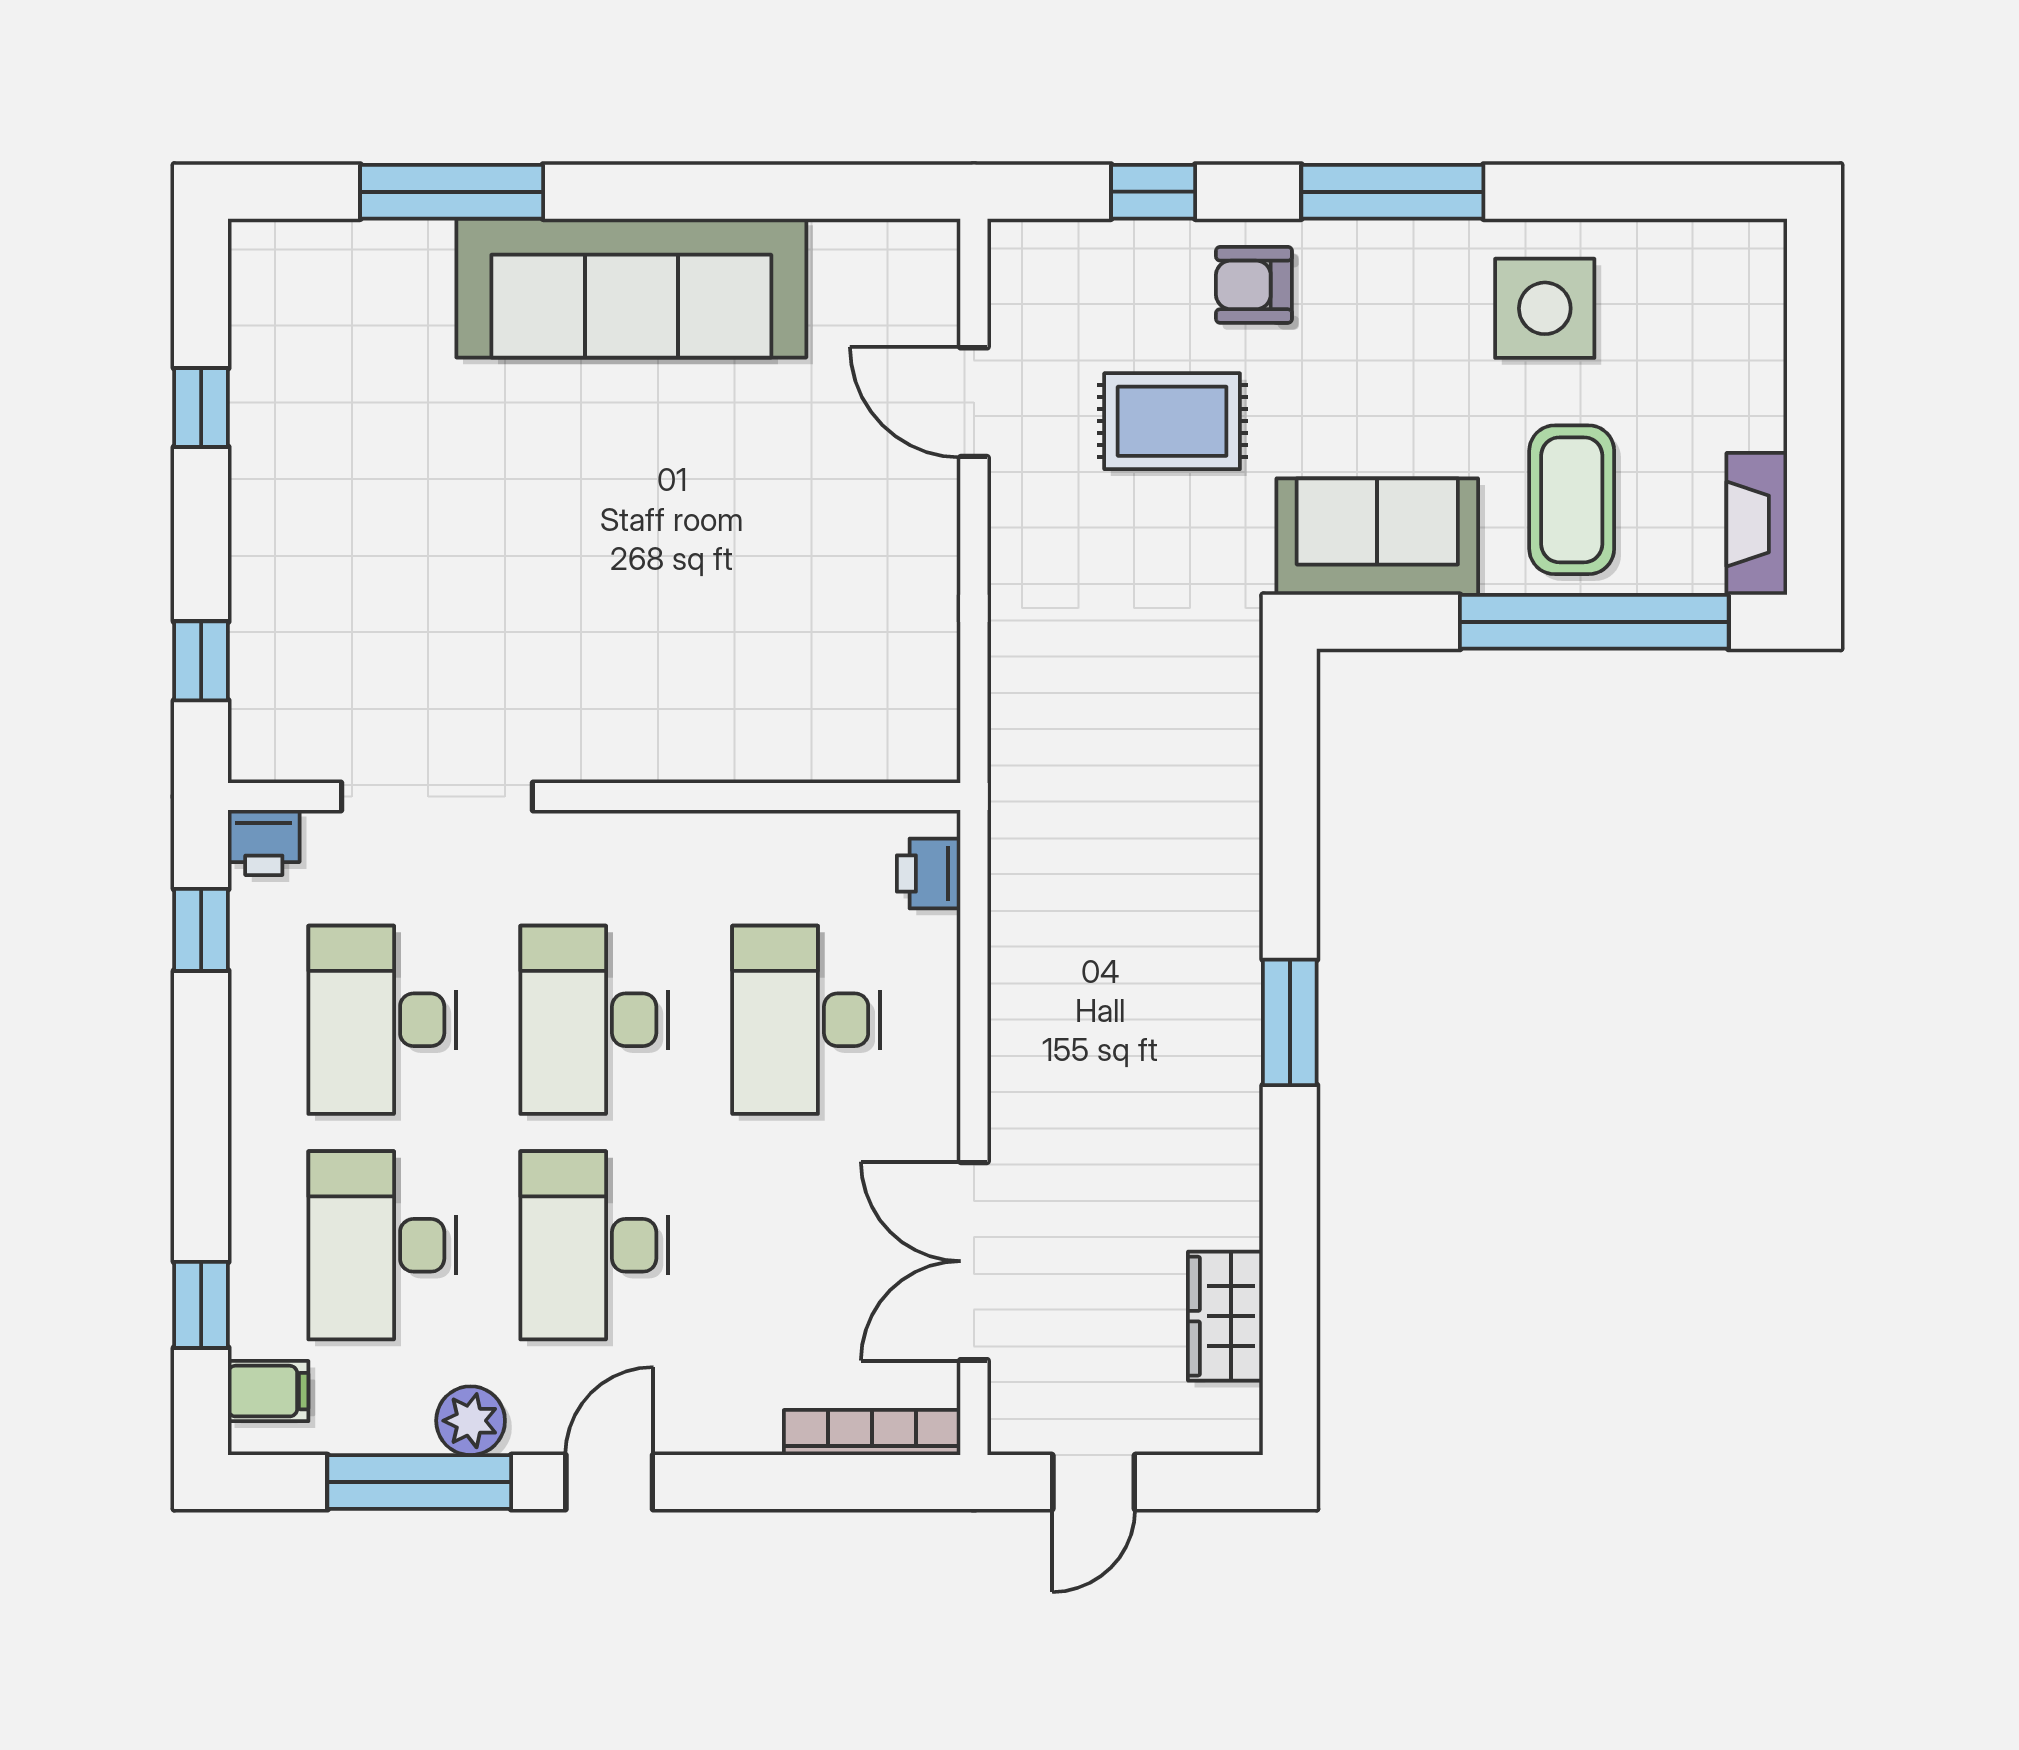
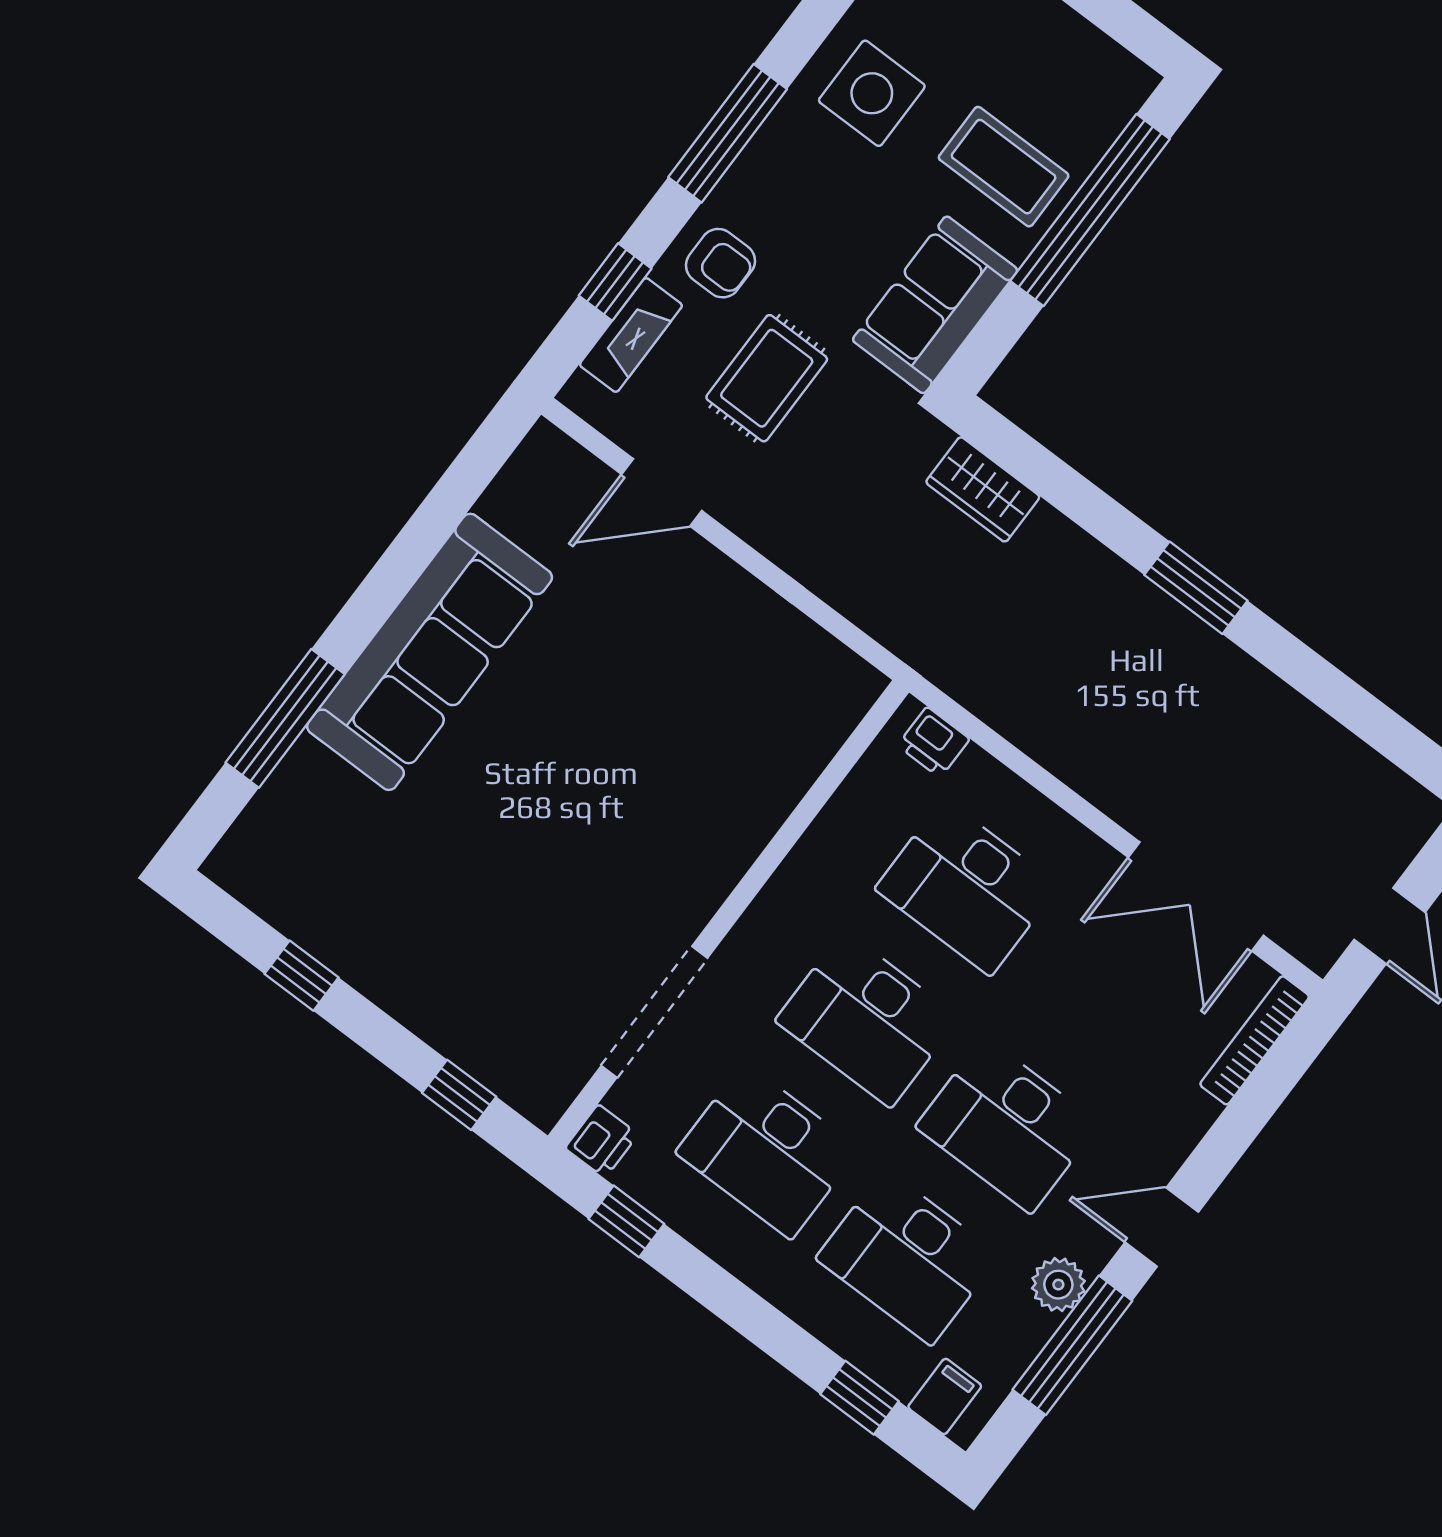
armchair: (1254, 285) -> (720, 263), turned -90
fireplace: (1757, 524) -> (631, 335), moved, turned -90
wardrobe: (1225, 1316) -> (983, 489), moved
door: (609, 1482) -> (1162, 1227), hinge flipped

